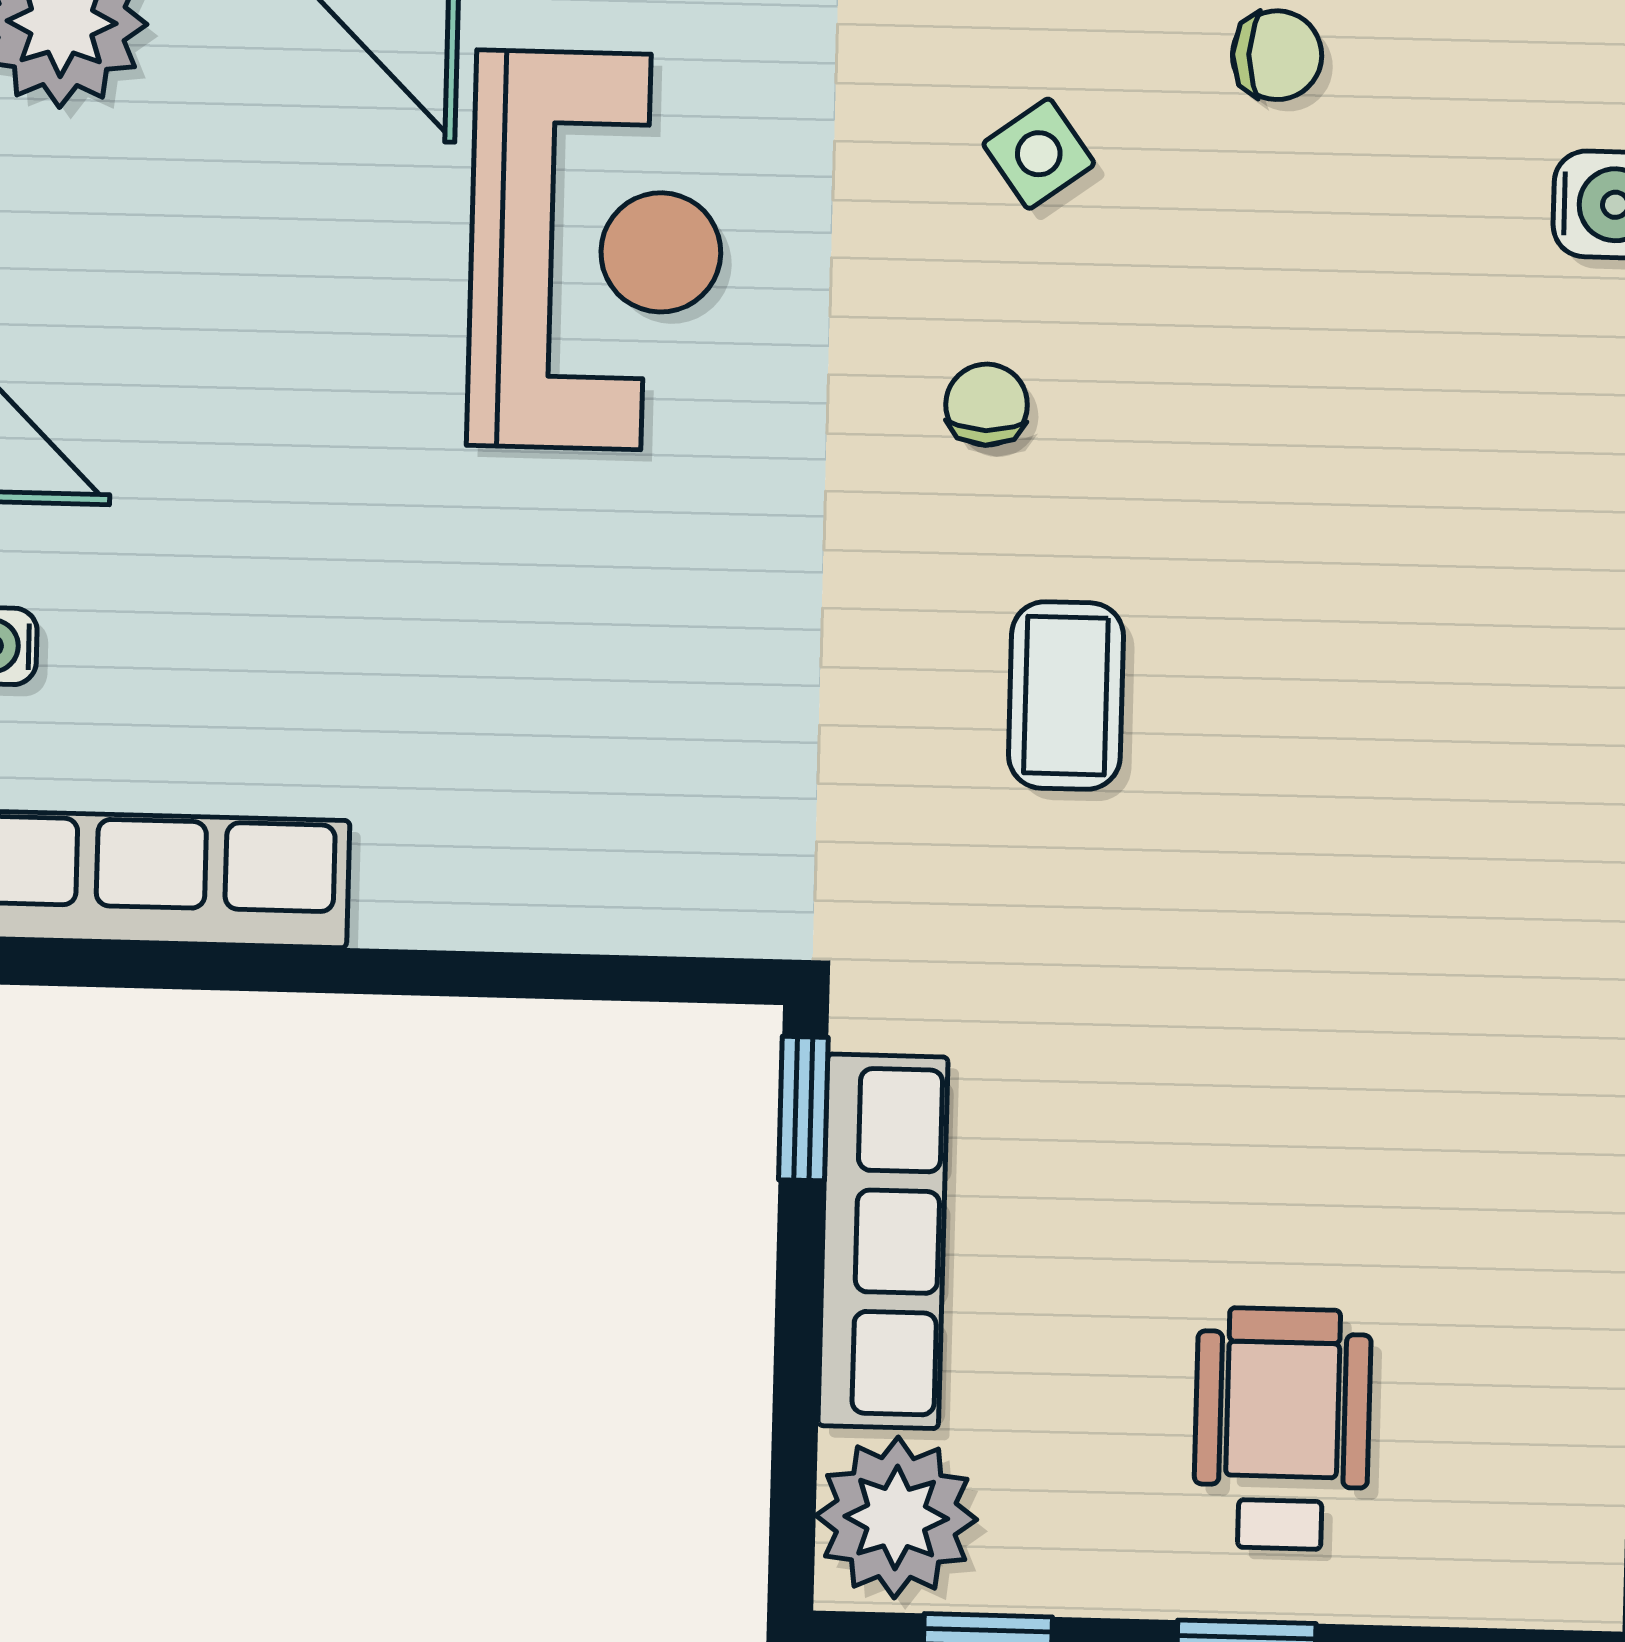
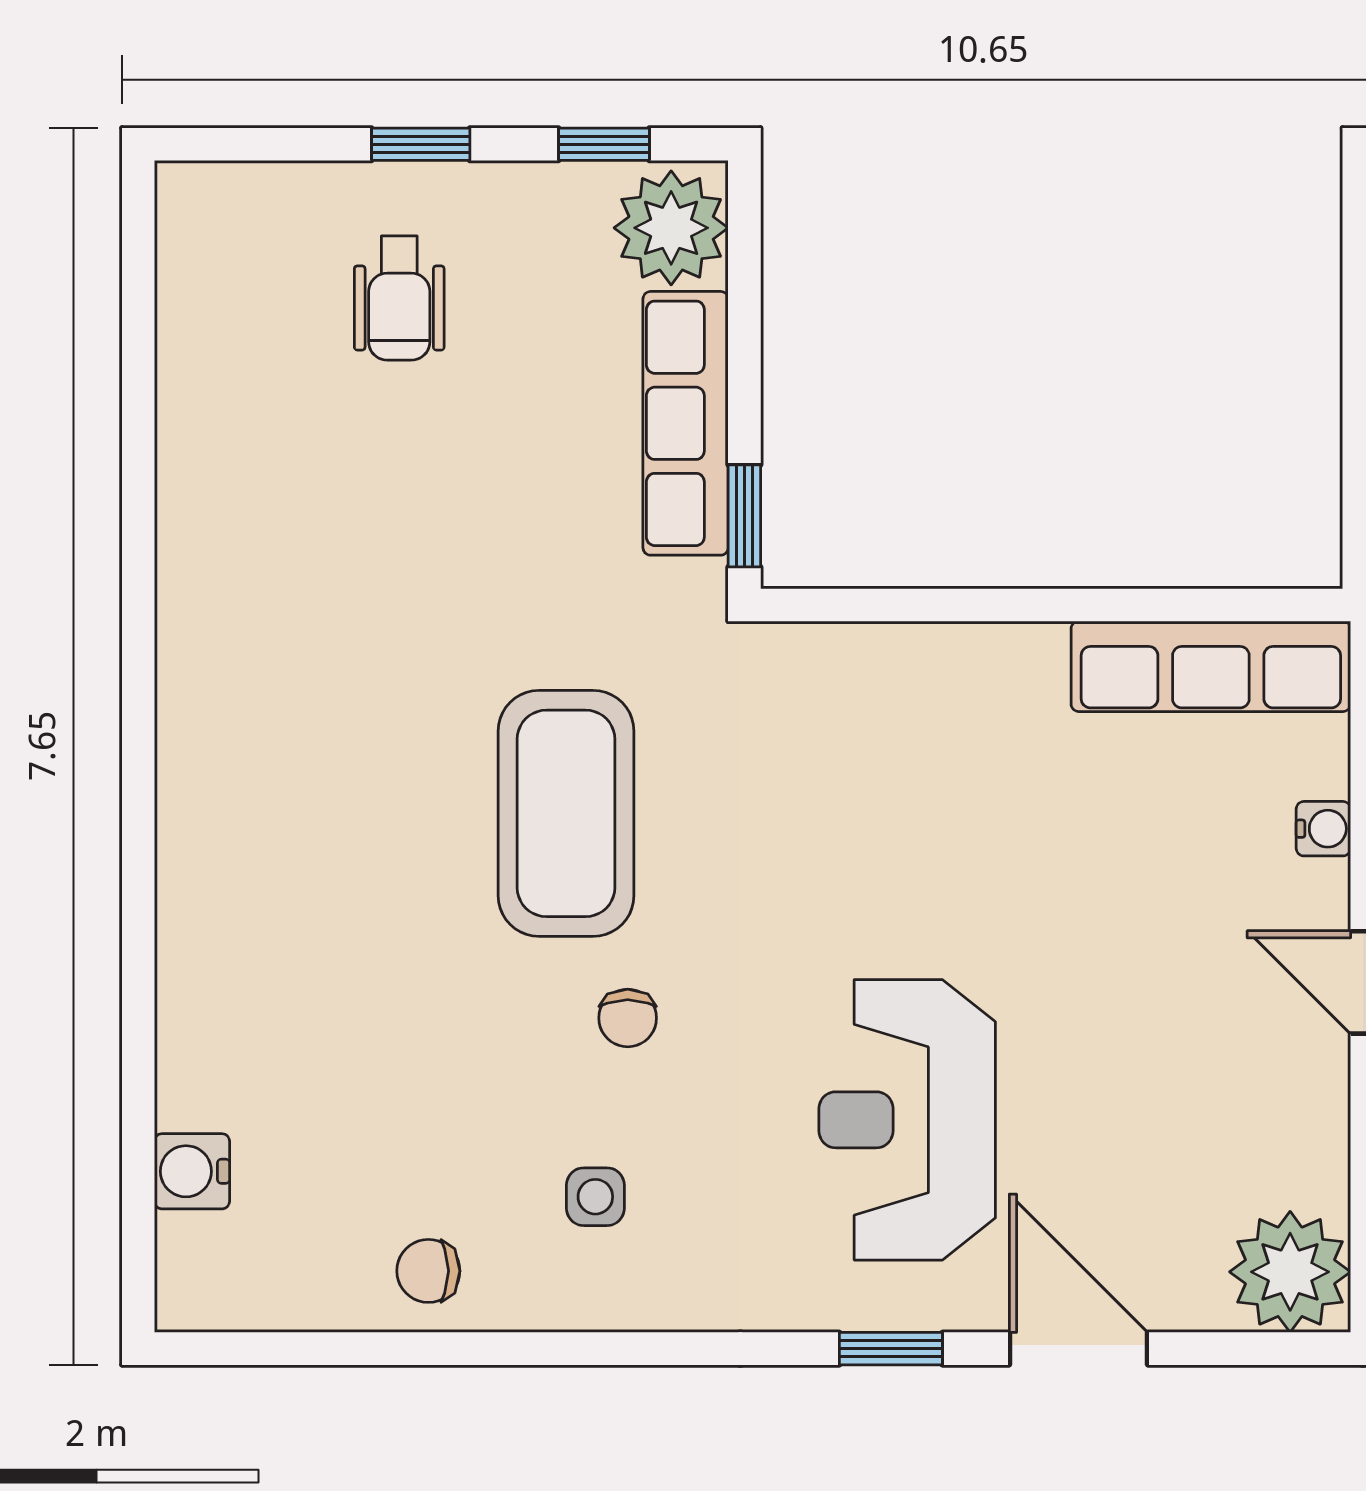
side table: (1039, 154) -> (595, 1197), turned 36
coffee table: (1066, 696) -> (566, 813), width x1.86, depth x1.72
wheelchair: (1282, 1429) -> (399, 298), width x0.73, depth x0.73

